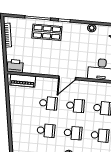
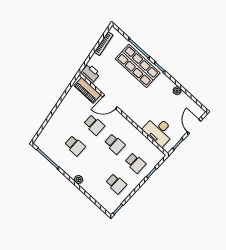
shop shelf: (47, 32) -> (138, 66), width x1.43, depth x1.36
door: (67, 78) -> (110, 102), moved
school desk: (73, 133) -> (96, 165), removed

